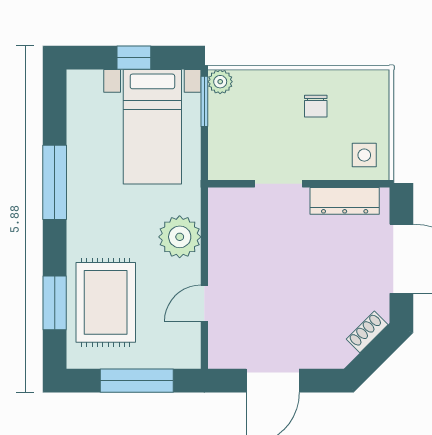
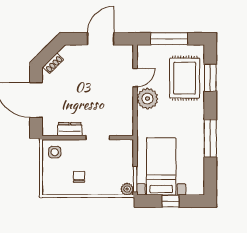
dresser: (345, 201) -> (70, 129), width x0.70
plant: (180, 237) -> (147, 99), moved

